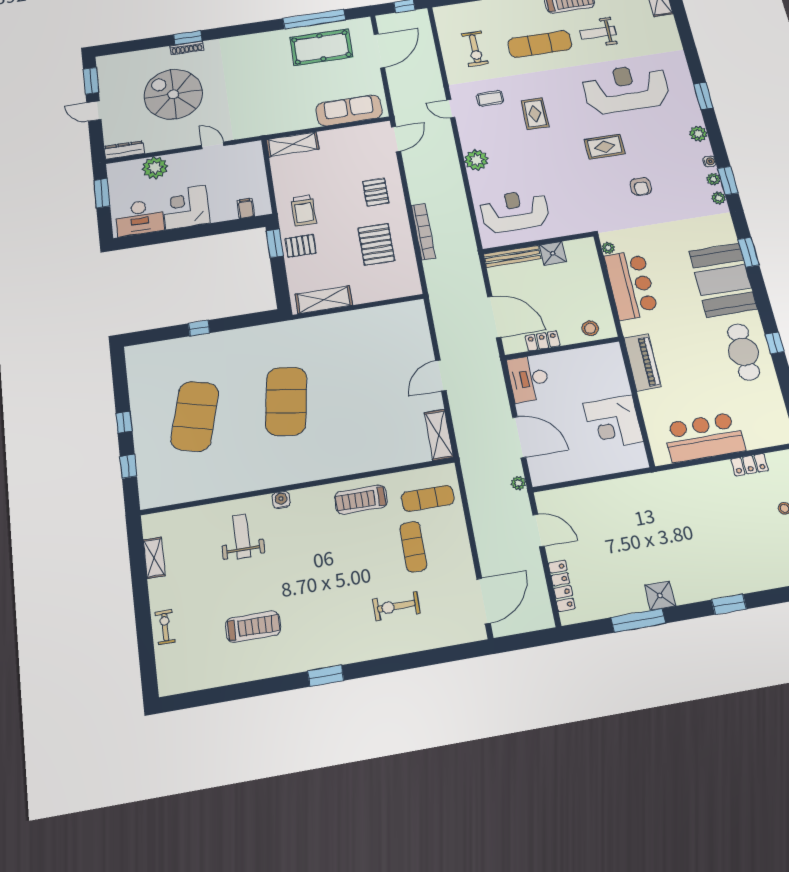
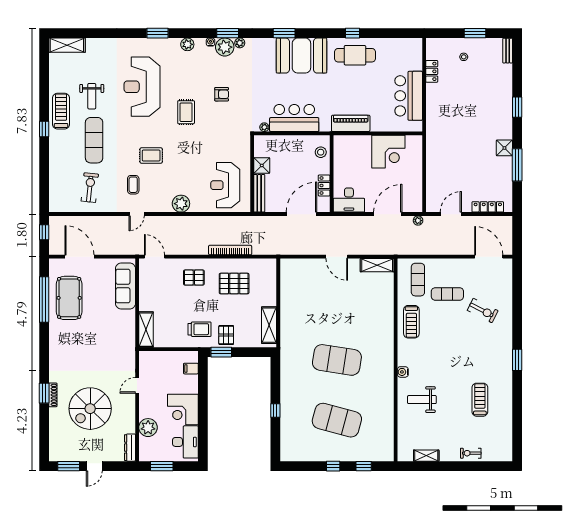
exercise bike: (475, 49) -> (90, 188), turned -84
plant: (713, 179) -> (225, 47), width x1.87, depth x1.87
exercise bike: (396, 606) -> (483, 311), turned -63

